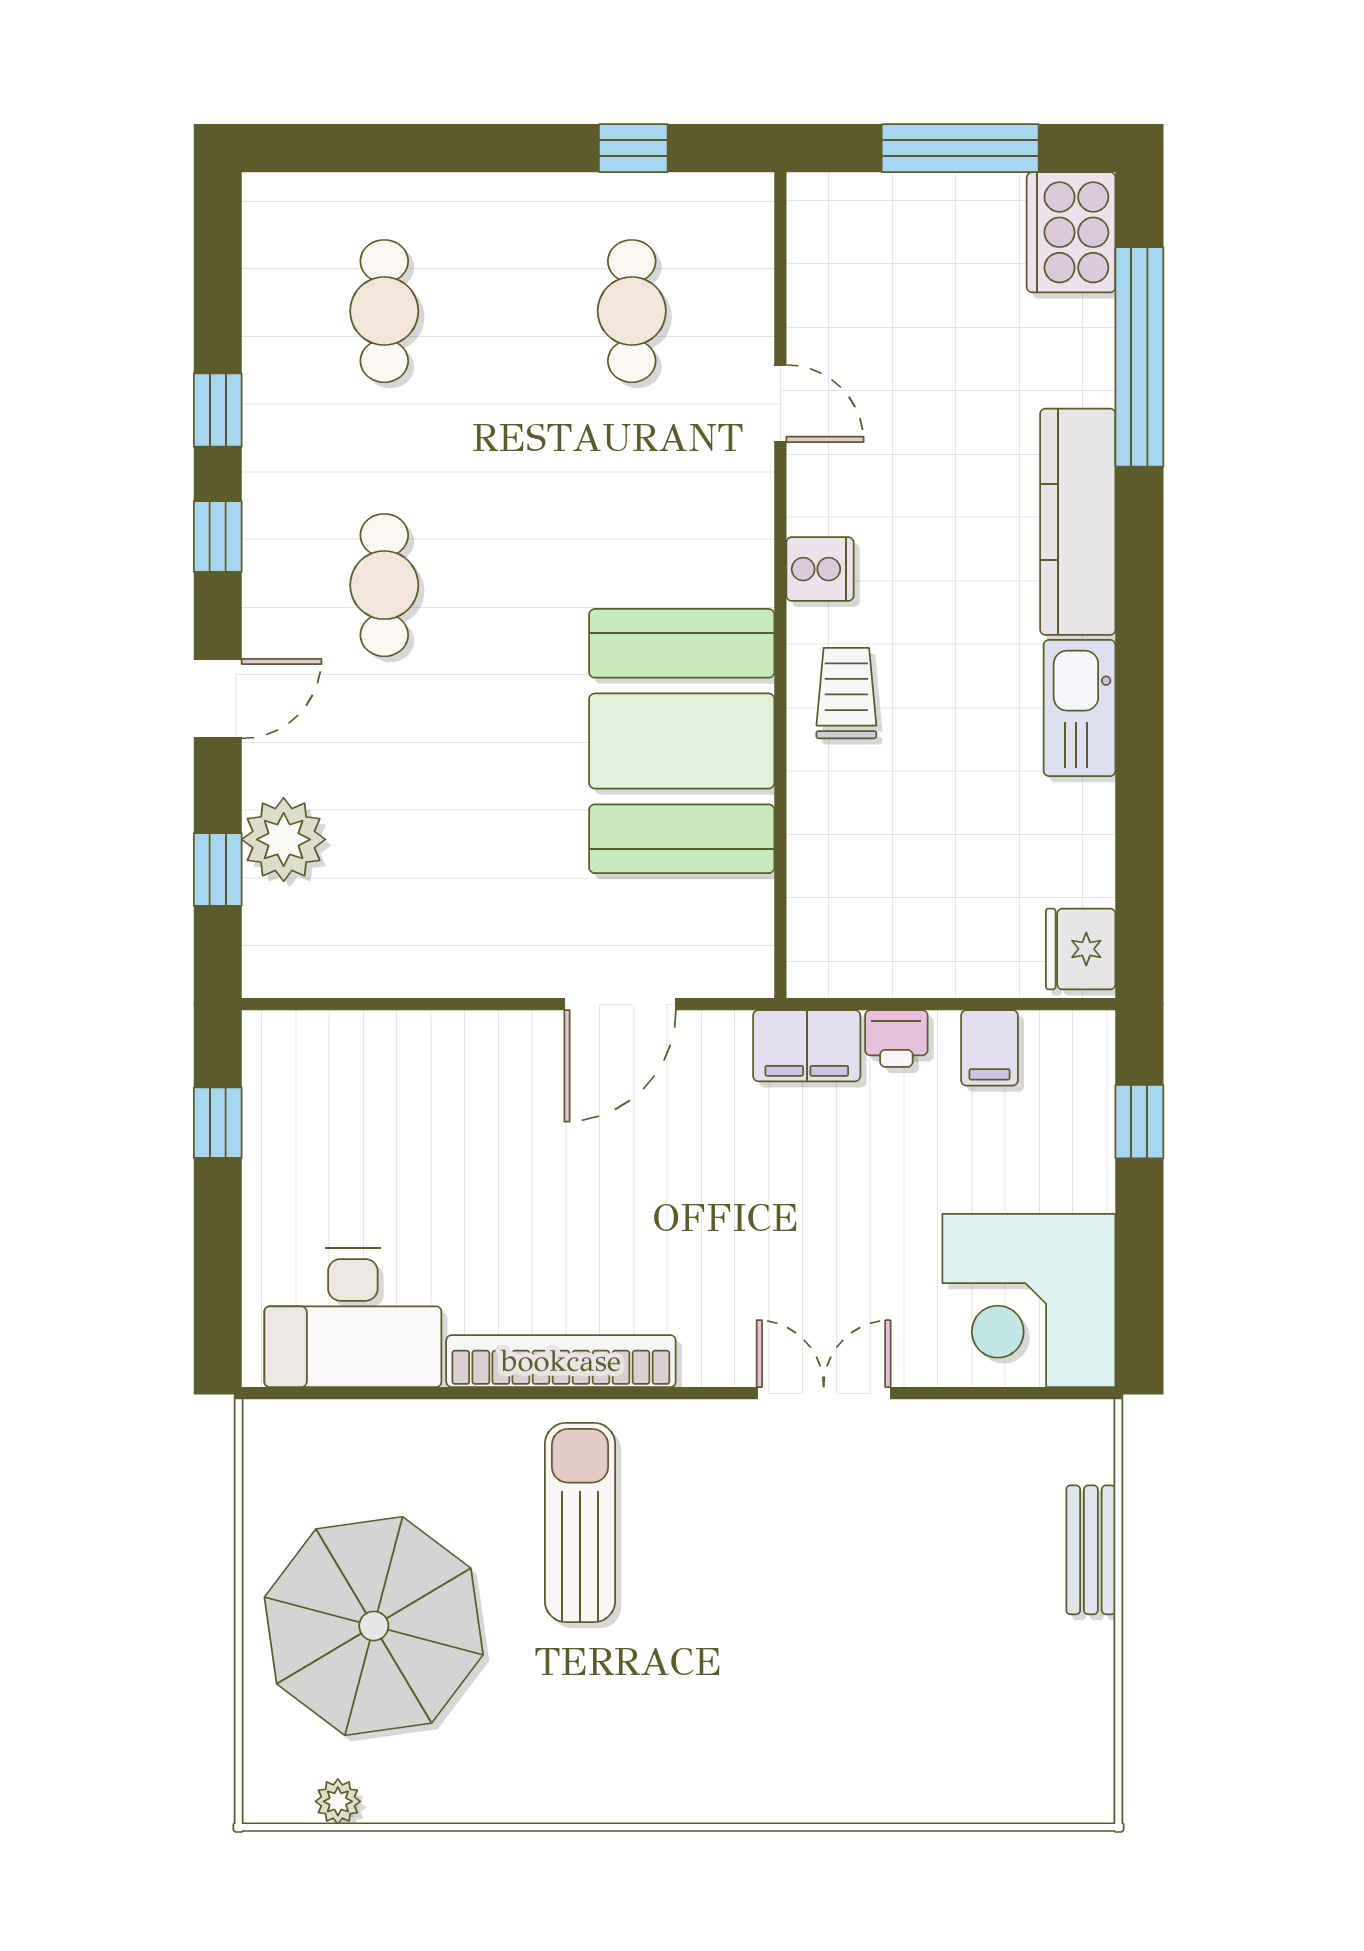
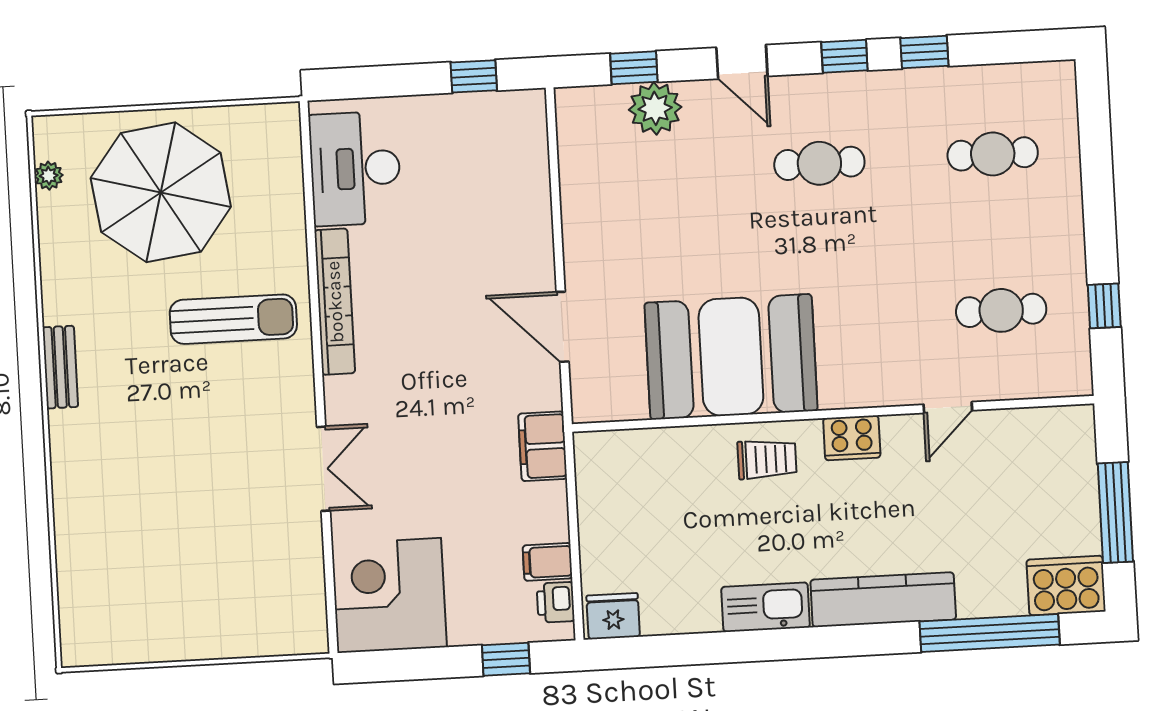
cooker: (820, 569) -> (852, 438), width x1.36
printer: (896, 1038) -> (556, 602), moved
bench: (1091, 1550) -> (60, 367), moved, turned 90

